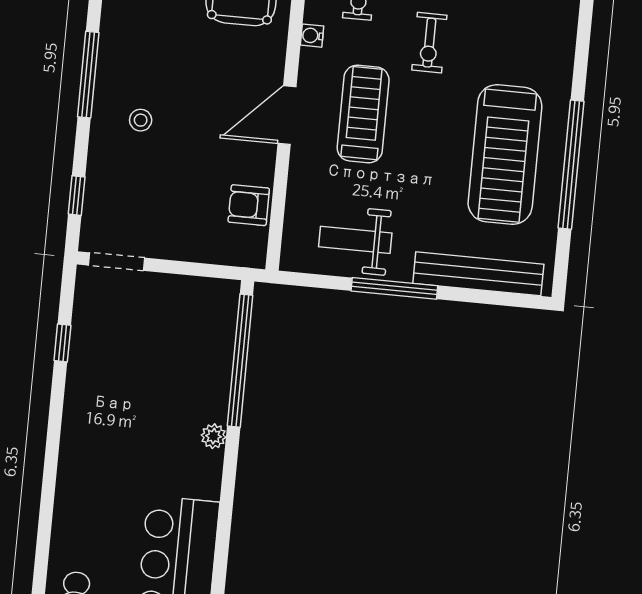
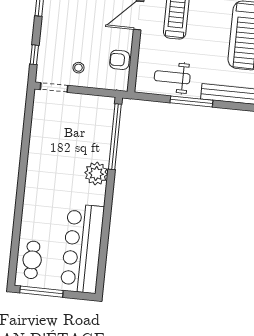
stool: (141, 120) -> (78, 68), moved
window: (62, 343) -> (27, 128), removed
plant: (214, 436) -> (96, 174), width x1.88, depth x1.88

